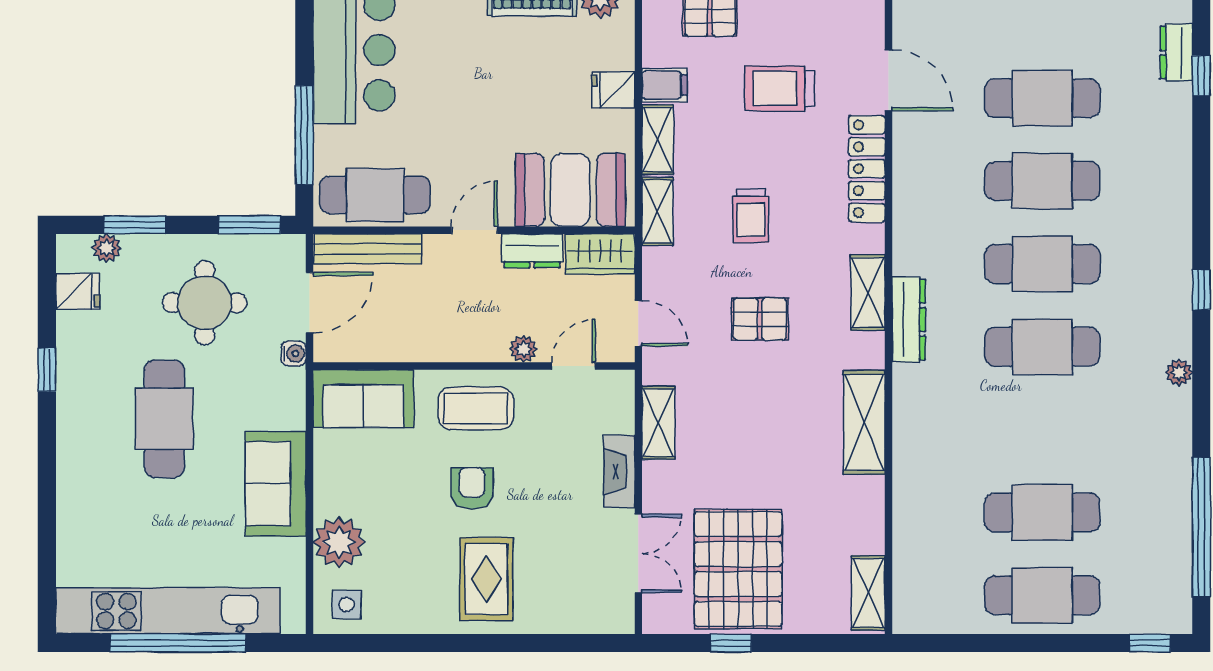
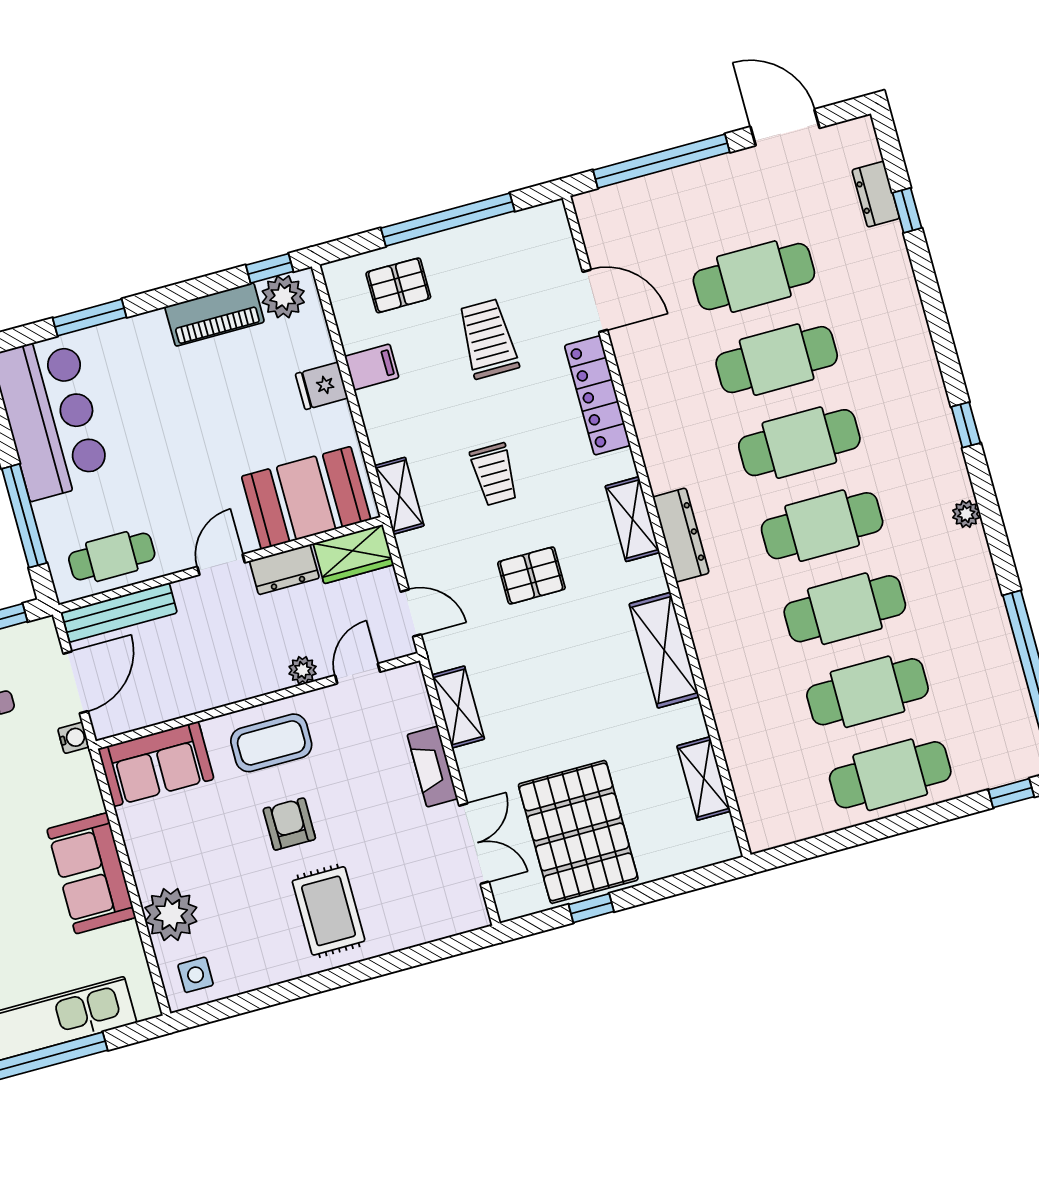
trolley: (780, 88) -> (488, 339), turned 90
shelving: (658, 140) -> (380, 424), removed
cafe table: (375, 195) -> (112, 557), width x0.73, depth x0.74
cafe table: (1042, 430) -> (845, 609), added
shelving: (868, 593) -> (704, 779), moved

